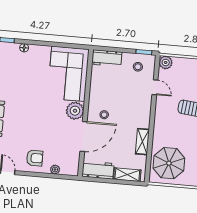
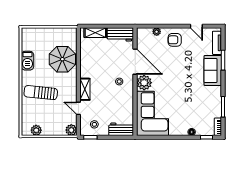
door: (84, 137) -> (135, 62), swing flipped
shelving: (142, 142) -> (85, 89), moved
parasol: (169, 163) -> (62, 59), moved

